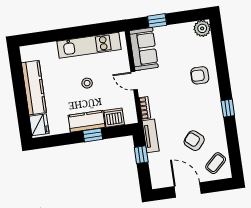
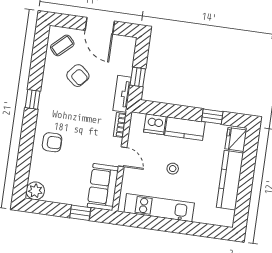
window: (93, 135) -> (212, 116), moved

